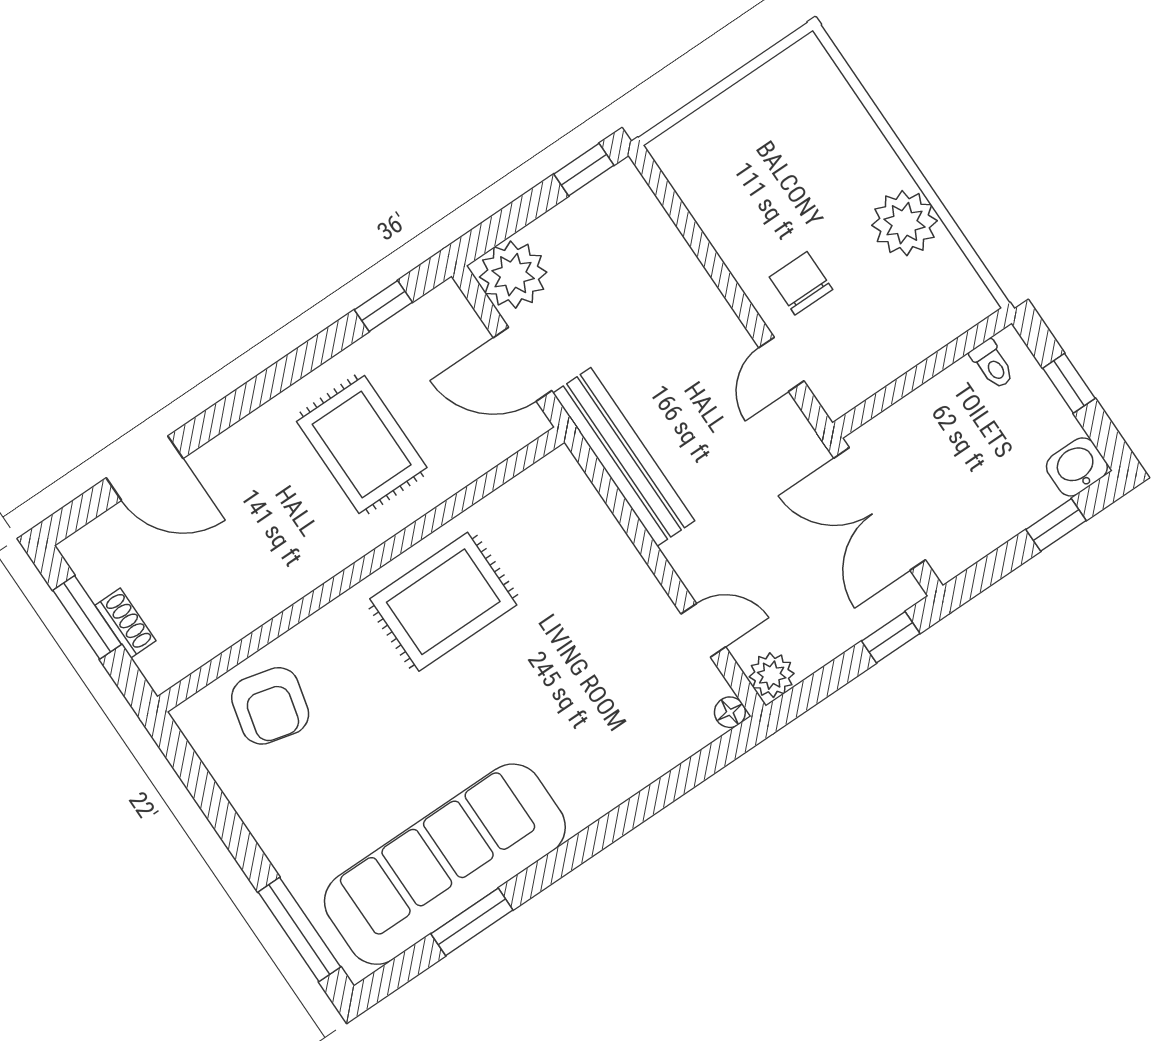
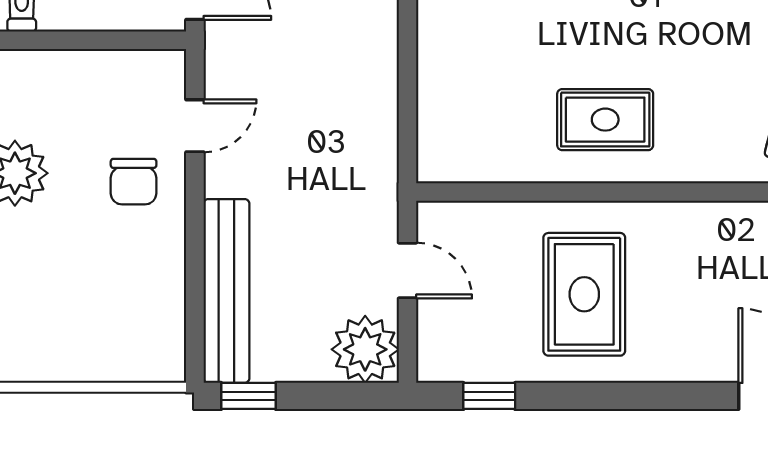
door: (522, 364) -> (407, 270), width x0.73
bench: (624, 457) -> (226, 291), moved
rug: (443, 602) -> (605, 120), width x0.73, depth x0.70

